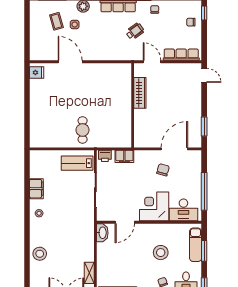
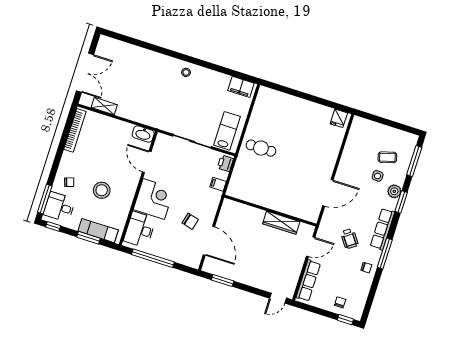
door: (70, 62) -> (328, 193), moved
filing cabinet: (124, 156) -> (218, 184), width x0.50
filing cabinet: (36, 189) -> (241, 87), moved
stool: (40, 254) -> (142, 59), removed

